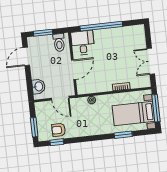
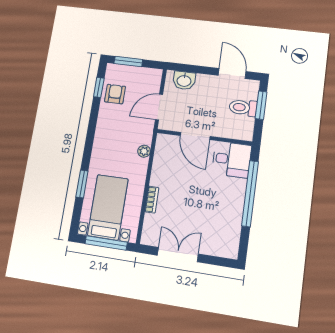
toilet: (59, 43) -> (243, 108), moved

